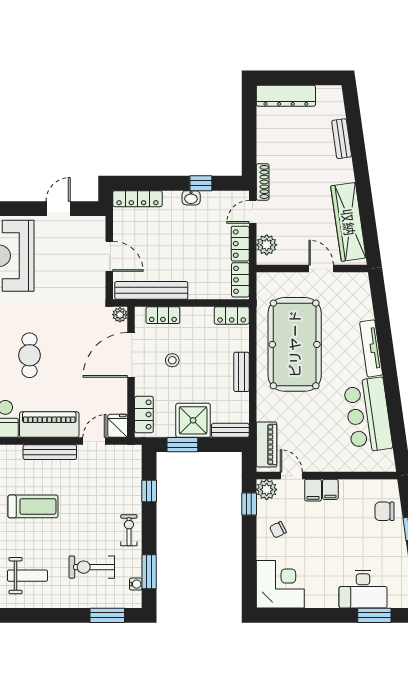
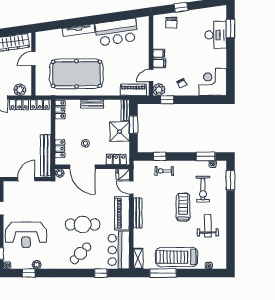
cafe table: (30, 355) -> (83, 224), width x1.37, depth x1.35
window: (182, 445) -> (133, 124), moved
treadmill: (33, 506) -> (183, 207), moved
exercise bike: (129, 530) -> (164, 171), moved

